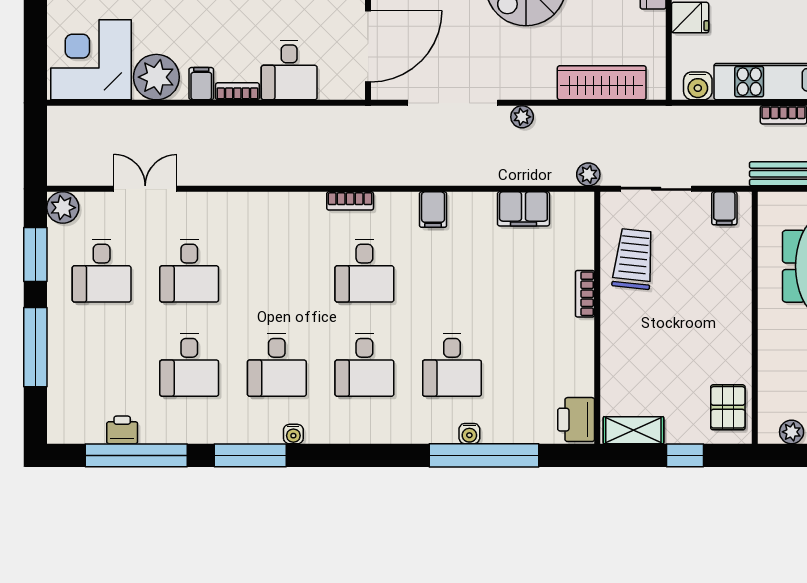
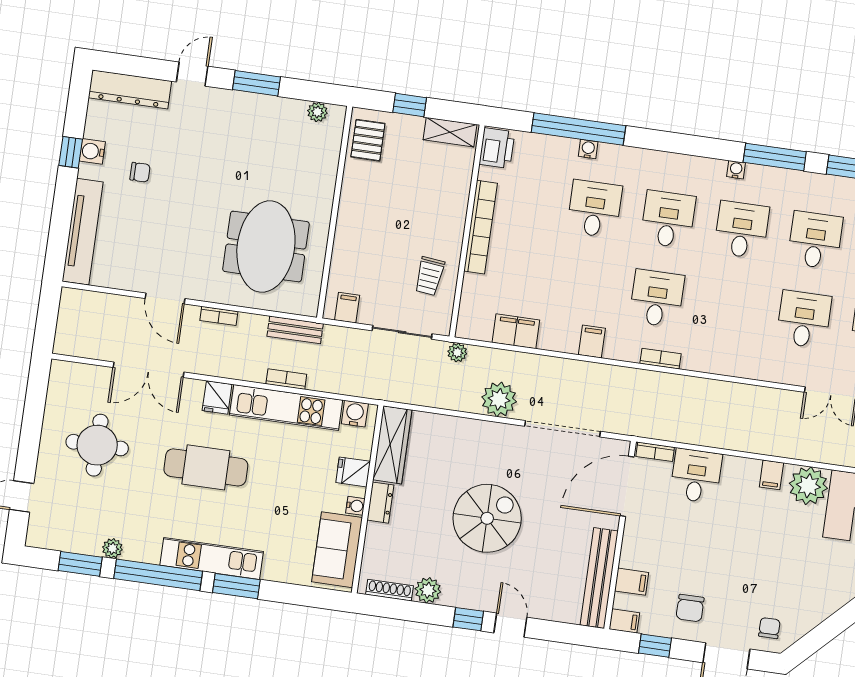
wardrobe: (602, 83) -> (392, 445), moved, turned -90
bookcase: (237, 91) -> (655, 452), moved
plant: (522, 117) -> (499, 399), width x1.88, depth x1.88
trolley: (633, 259) -> (429, 276), width x0.73, depth x0.72
bookcase: (585, 294) -> (481, 227), width x2.31, depth x1.31

